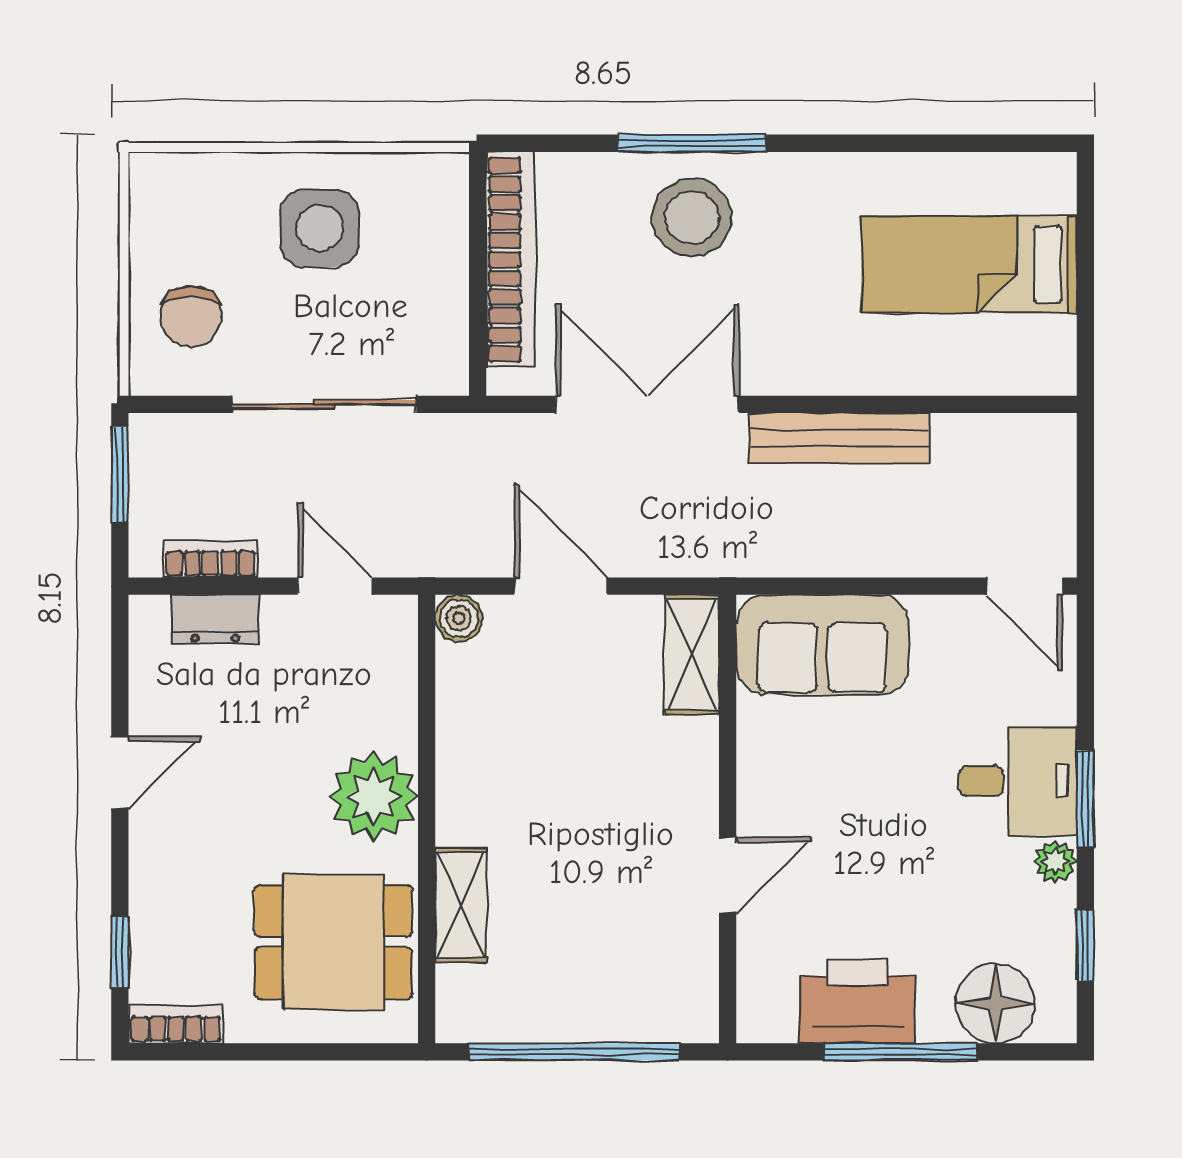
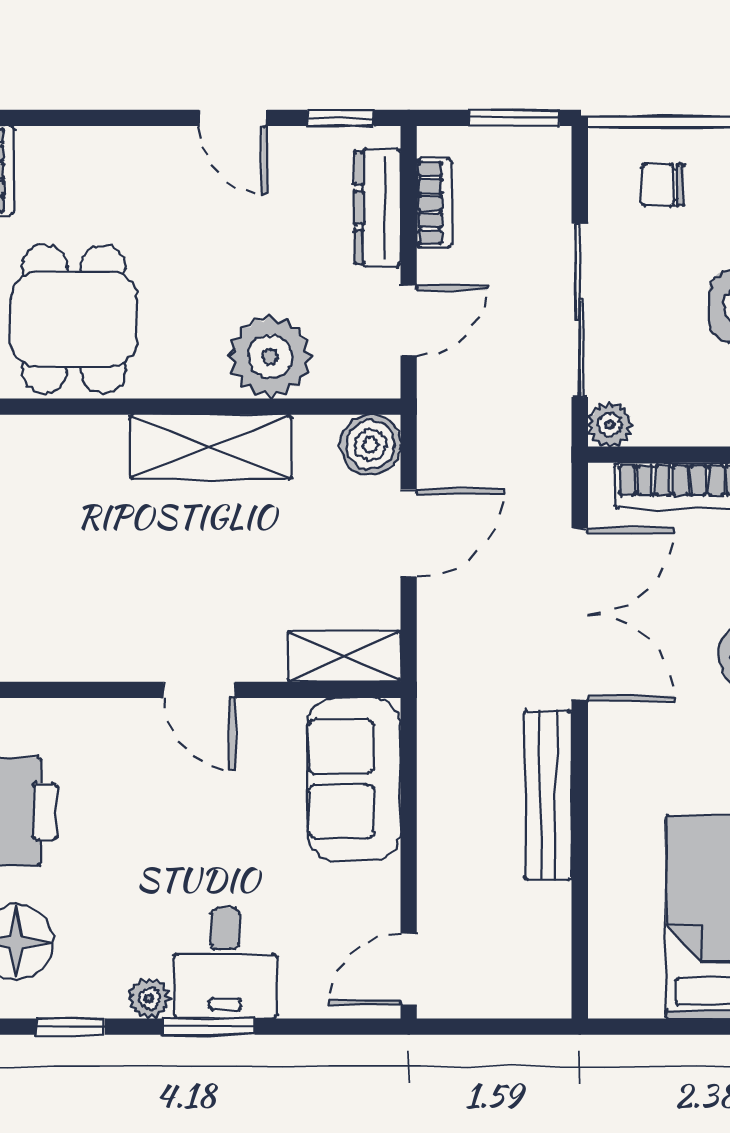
chair: (191, 316) -> (663, 185), width x0.73, depth x0.73
plant: (446, 372) -> (610, 425), added
boiler: (459, 618) -> (370, 445), width x1.36, depth x1.36
dresser: (215, 619) -> (378, 208), width x1.44
plant: (374, 797) -> (270, 357), moved
door: (728, 875) -> (199, 690), moved
shelving: (461, 905) -> (210, 447), moved, width x1.50, depth x1.33
window: (120, 952) -> (340, 118), moved

